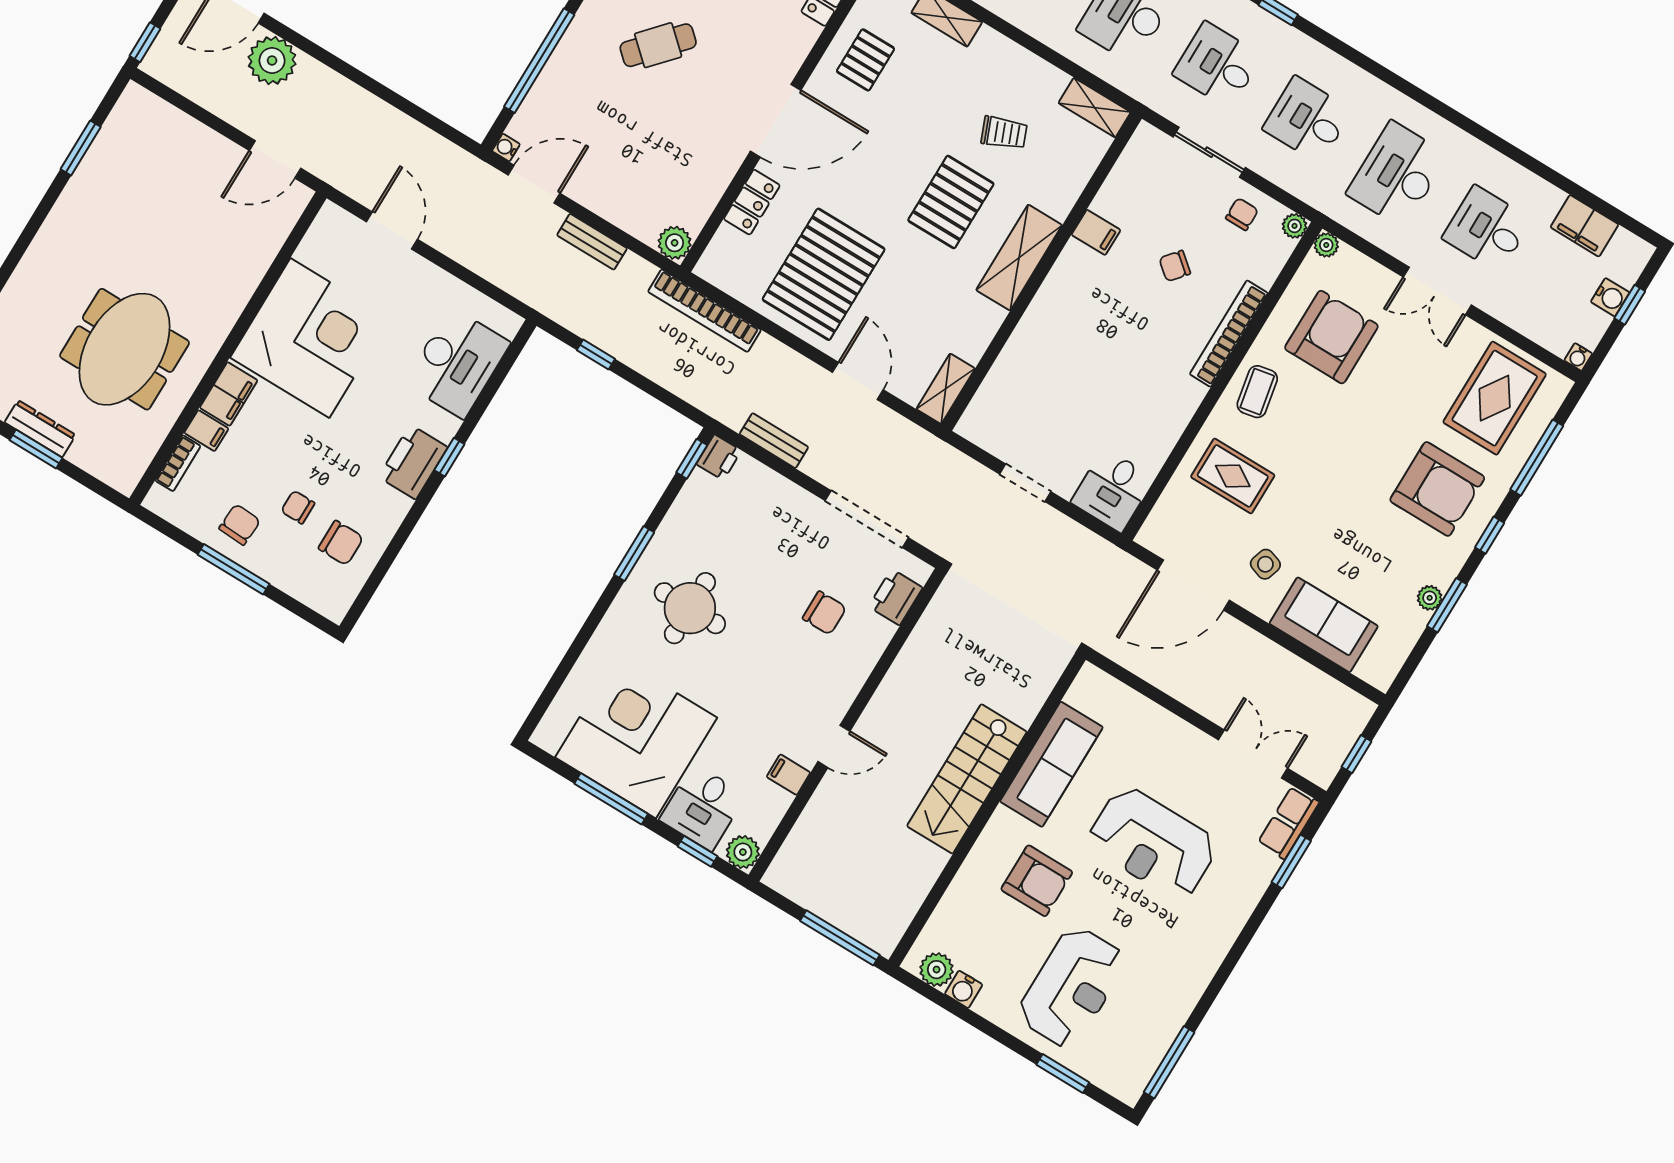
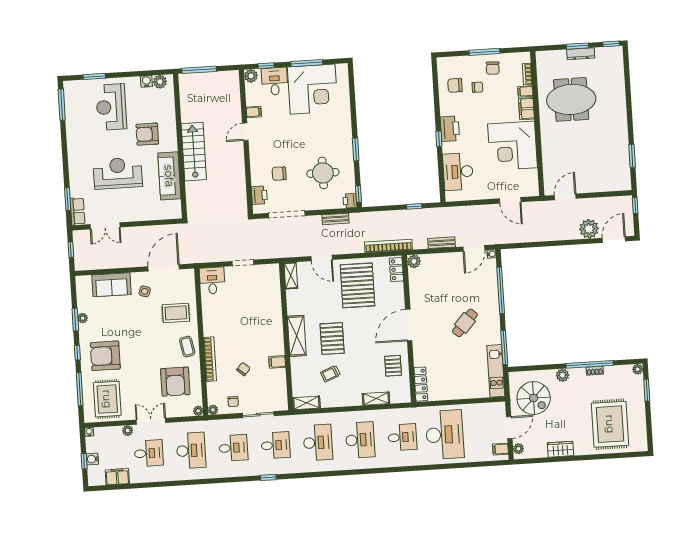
locker: (752, 202) -> (396, 270), moved
plant: (1498, 305) -> (128, 431), added
meeting table: (124, 349) -> (571, 99), turned 90
round table: (690, 608) -> (323, 173), moved

